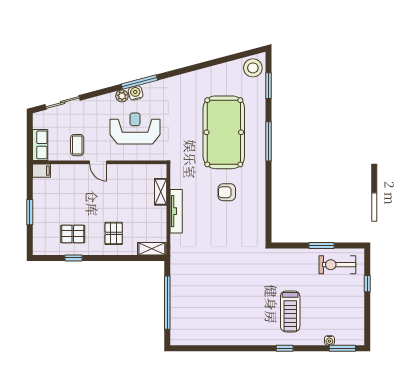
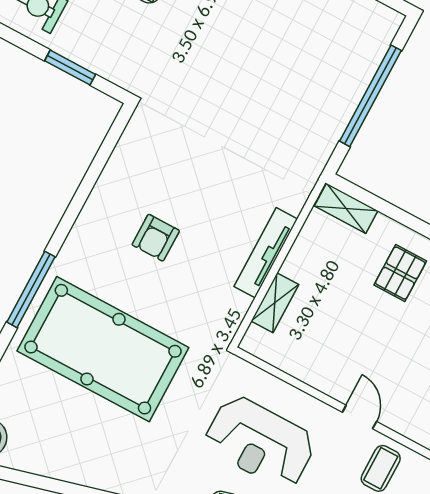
pool table: (224, 132) -> (103, 349), turned 90
armchair: (227, 192) -> (156, 238), turned 90
window: (321, 246) -> (70, 68), moved

